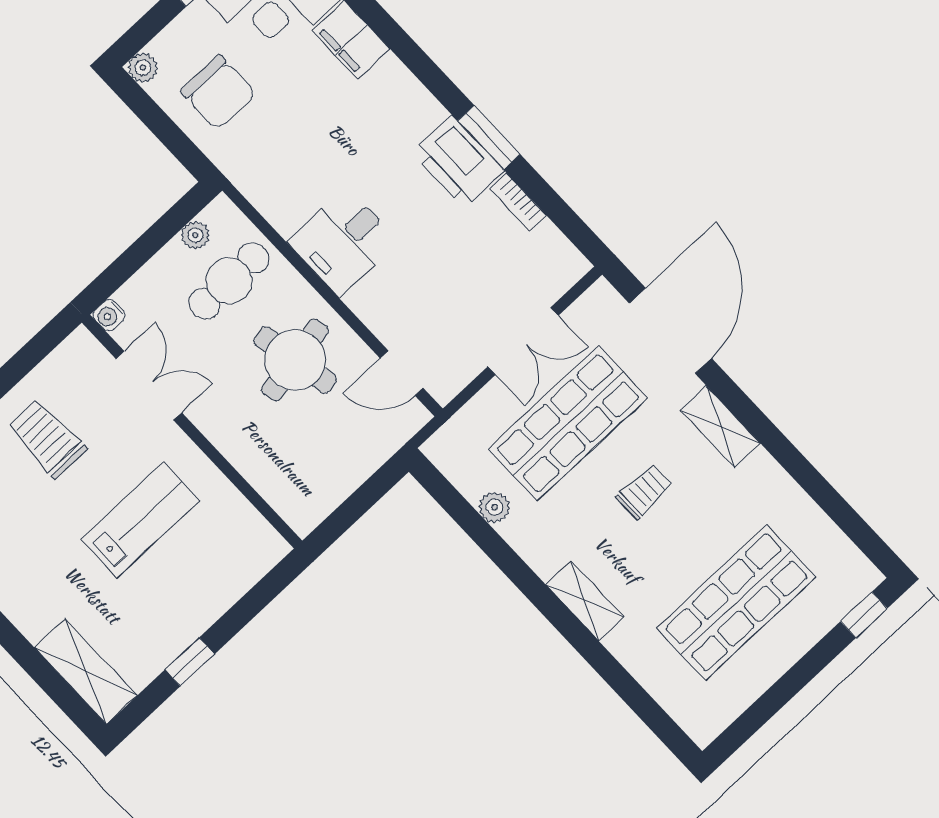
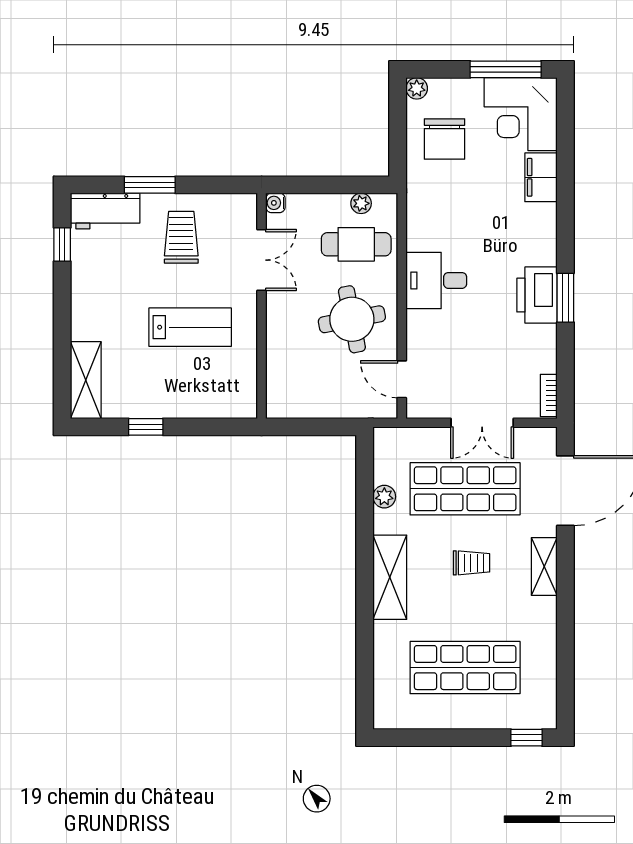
bookcase: (518, 202) -> (549, 396), moved
shelving: (585, 601) -> (390, 577), width x1.50, depth x1.33

